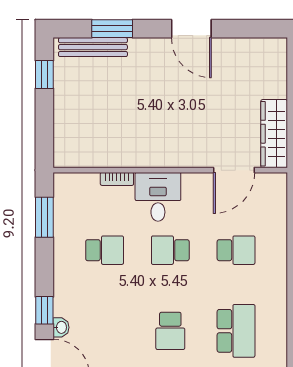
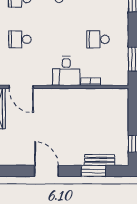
bench: (93, 47) -> (99, 160), width x0.73
door: (234, 170) -> (21, 87), swing flipped
school desk: (170, 250) -> (59, 39), removed

